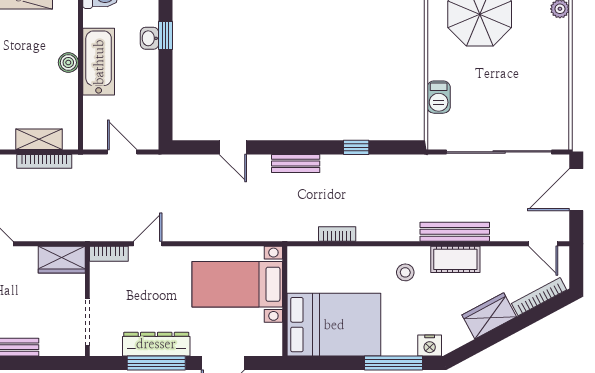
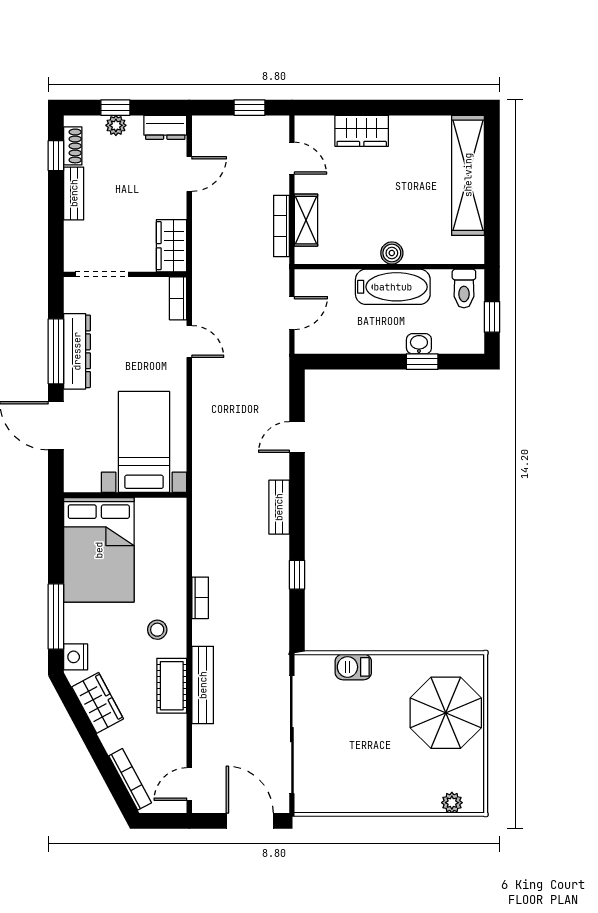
bookcase: (337, 234) -> (200, 598), moved
wardrobe: (489, 316) -> (98, 703), moved

